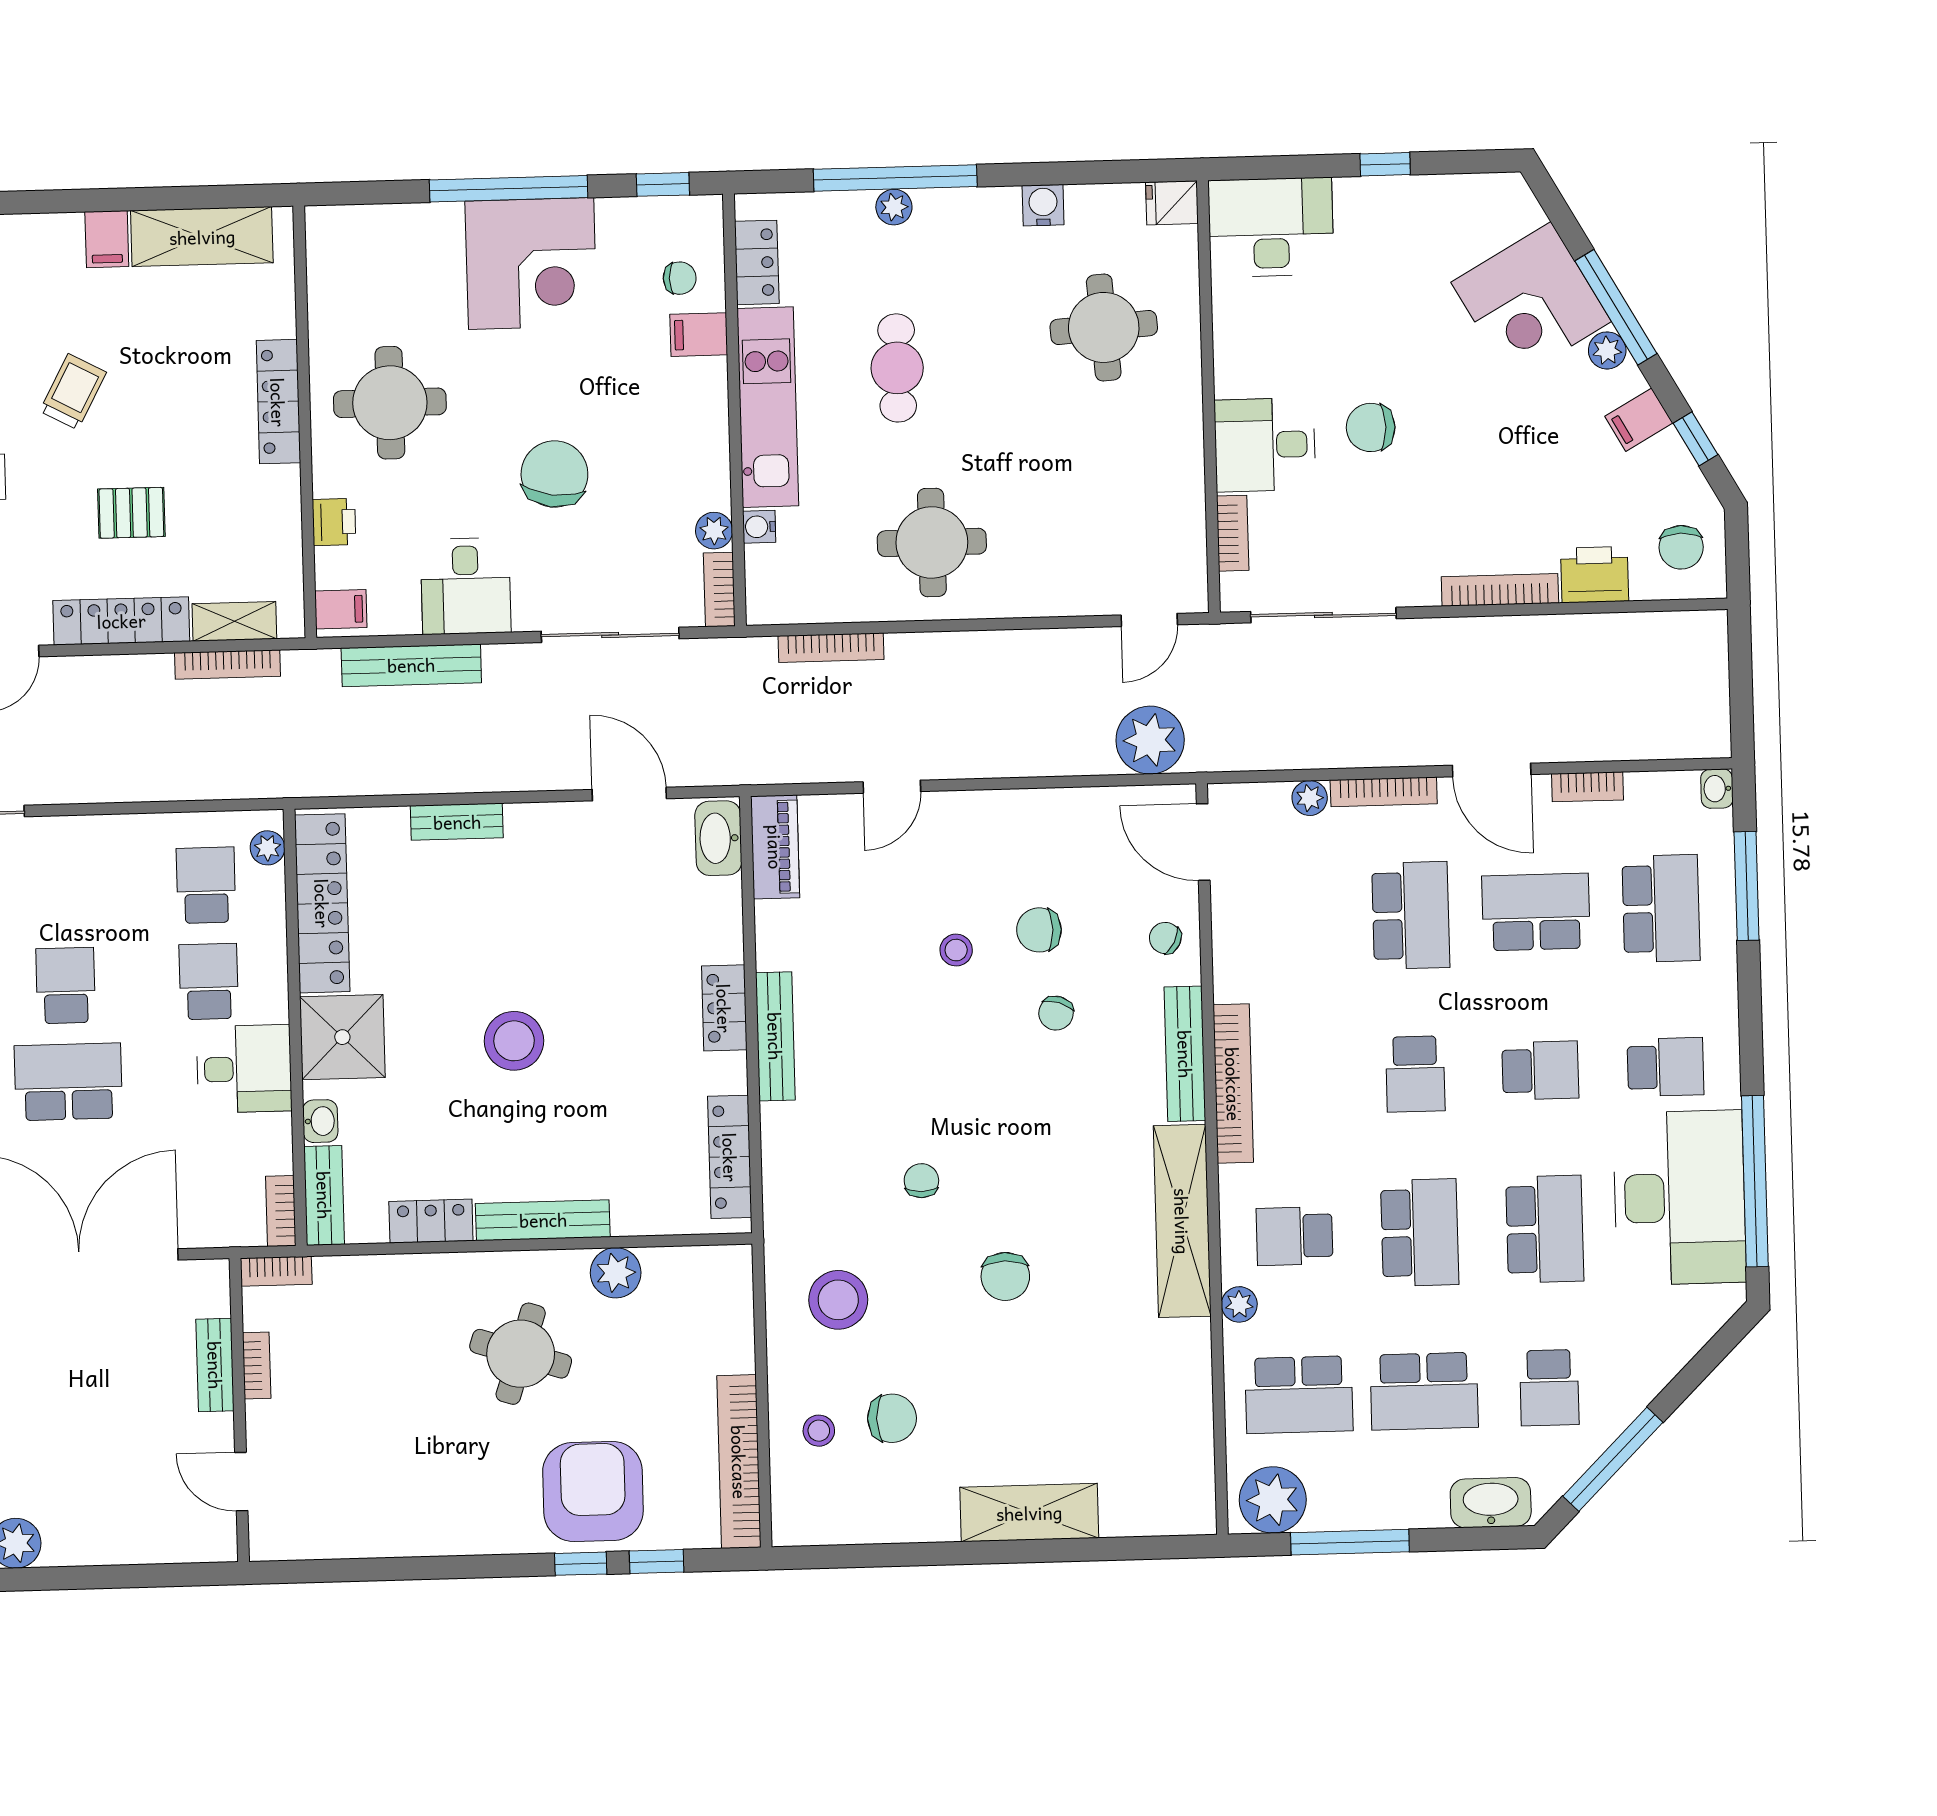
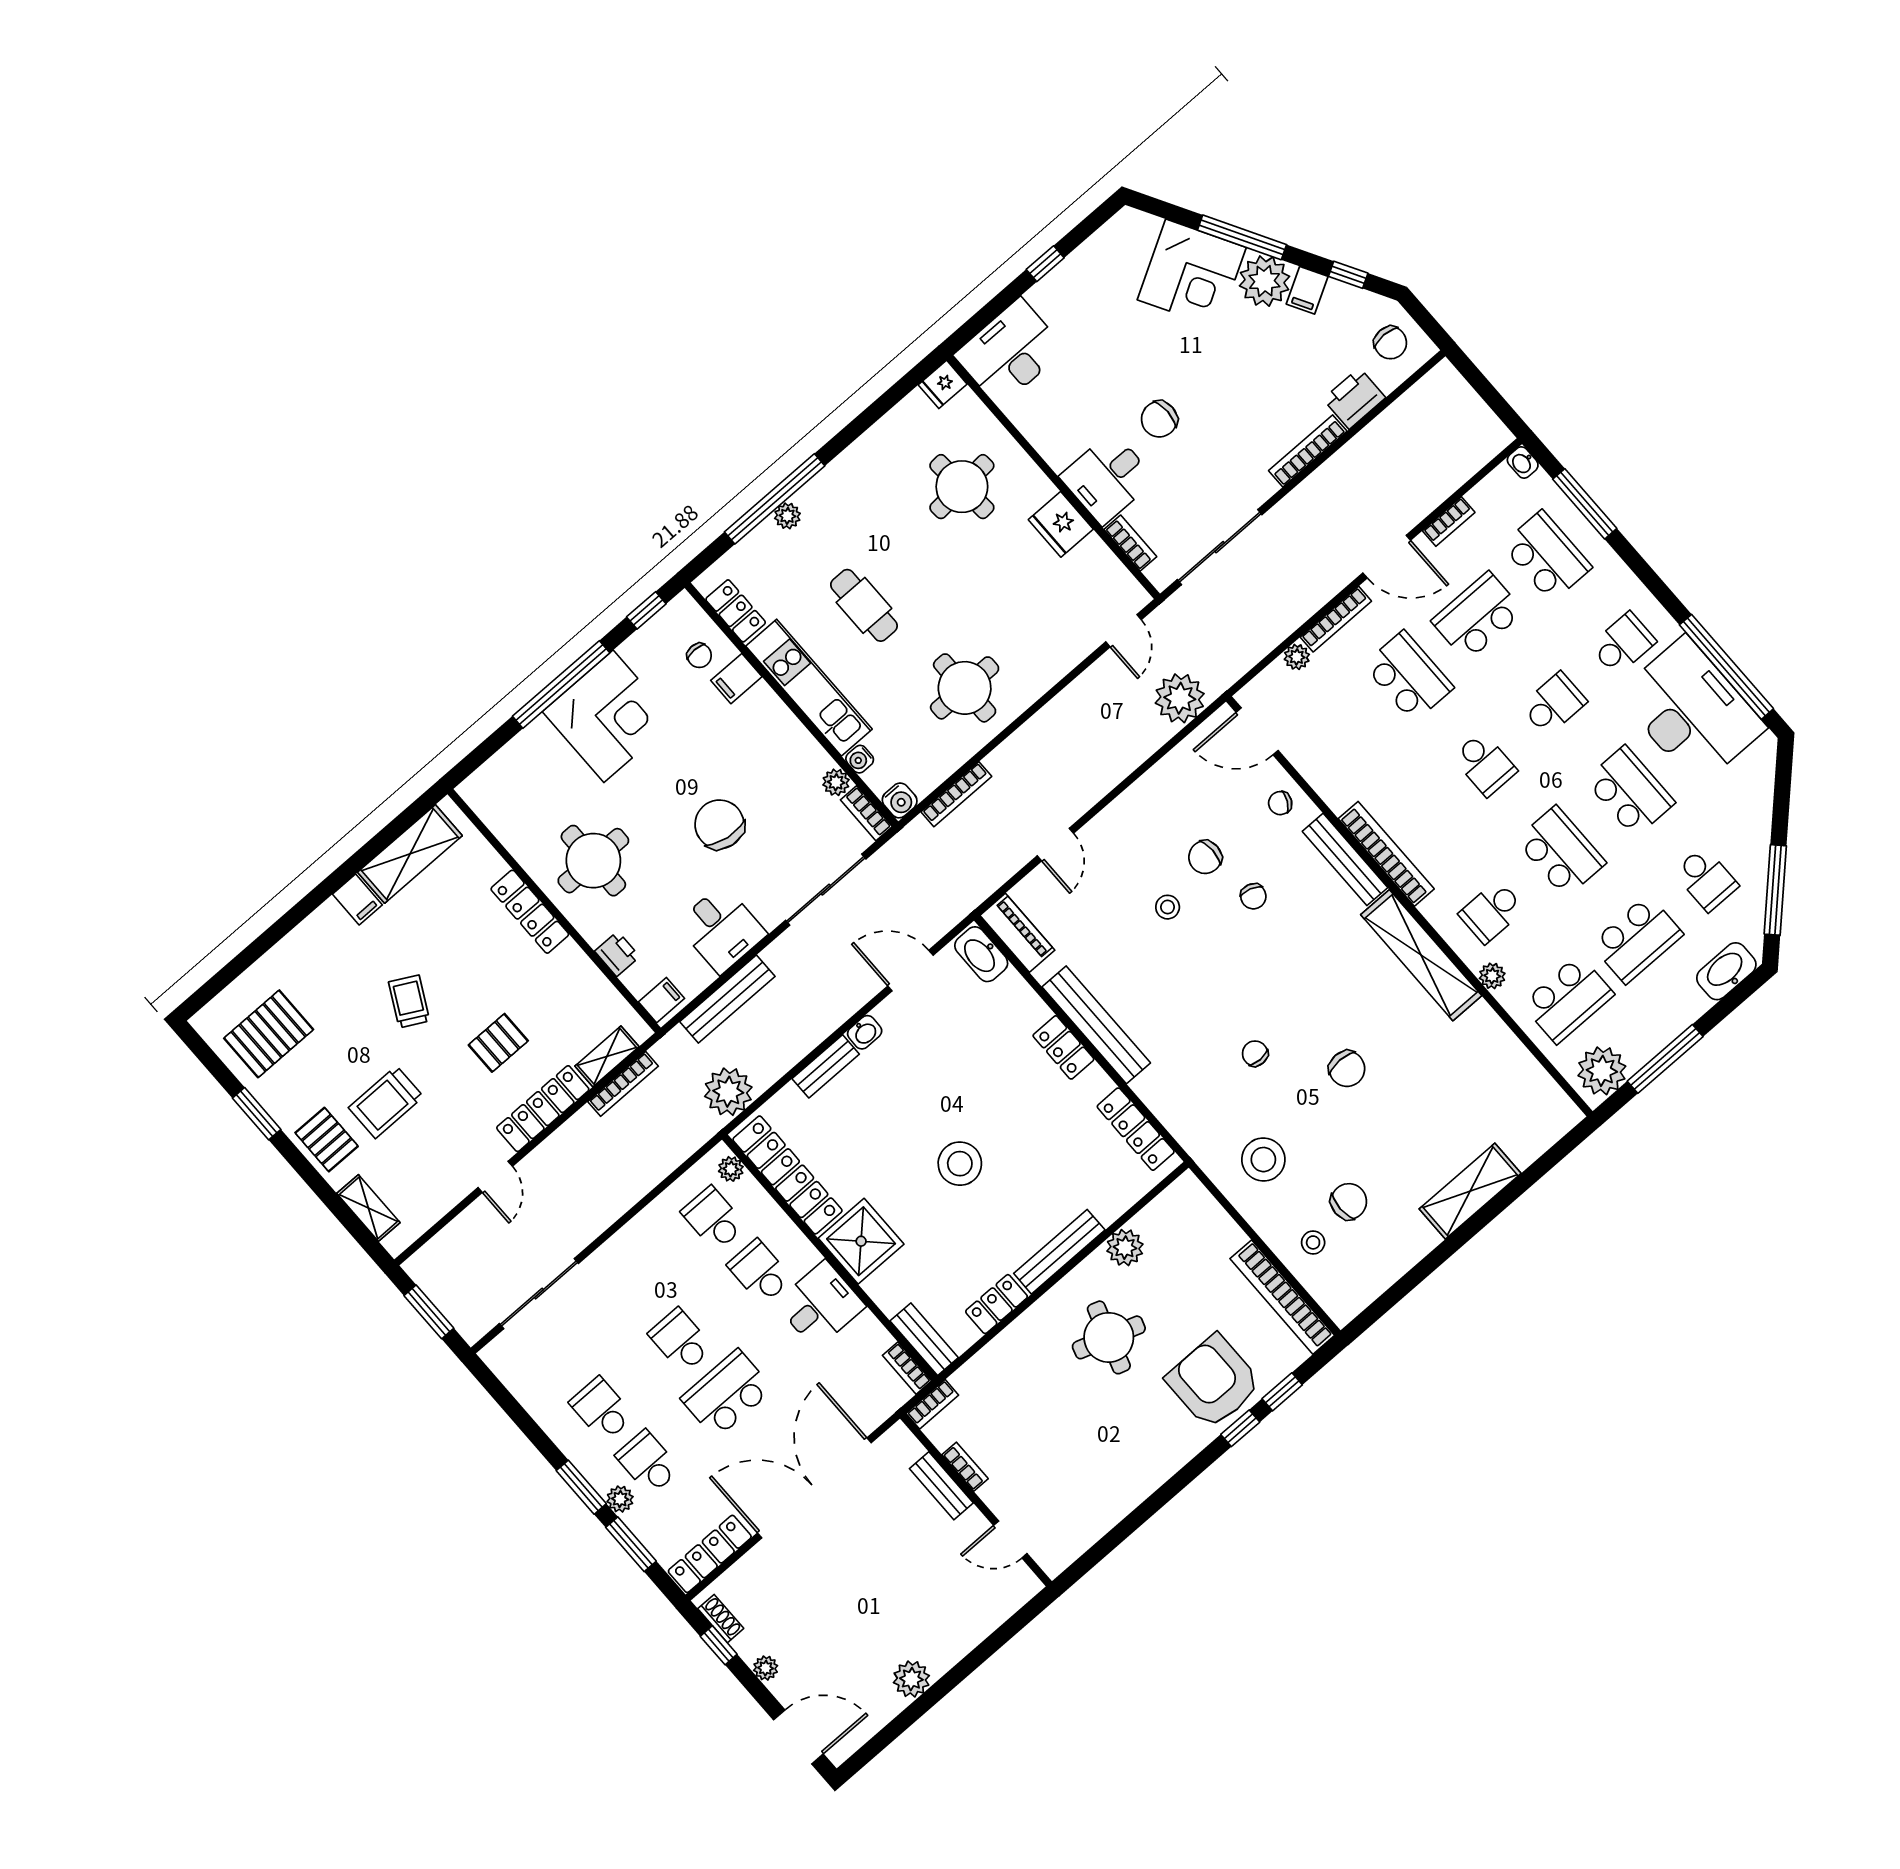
water cooler: (1043, 205) -> (900, 800), moved, turned 180
chair: (680, 278) -> (699, 656), turned 90
plant: (1607, 350) -> (1264, 281), width x1.88, depth x1.88
fridge: (1175, 453) -> (1061, 524), added
plant: (332, 764) -> (728, 1092), added
bench: (775, 1036) -> (1096, 1025), width x1.37, depth x1.21
washbasin: (320, 1121) -> (865, 1032), moved, turned 90

